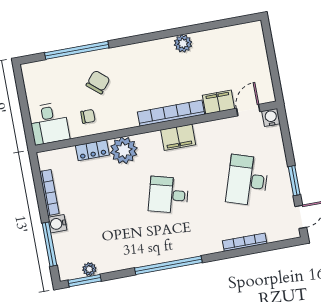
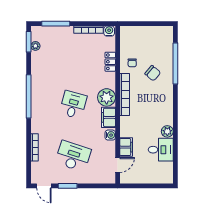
door: (248, 110) -> (118, 165), hinge flipped
bookcase: (171, 113) -> (125, 95), moved
water cooler: (271, 117) -> (110, 135), moved
desk: (49, 123) -> (161, 150), moved, turned 180
plant: (124, 150) -> (107, 97), moved
water cooler: (57, 224) -> (109, 31), moved

